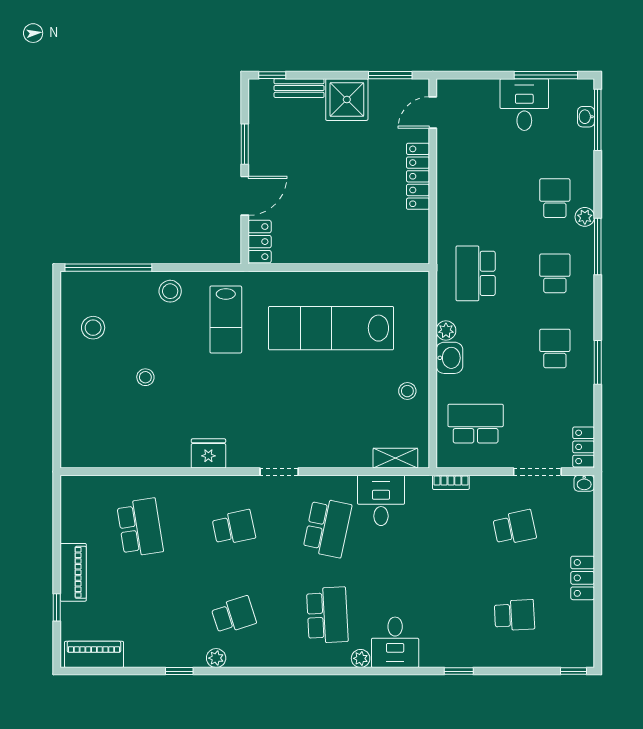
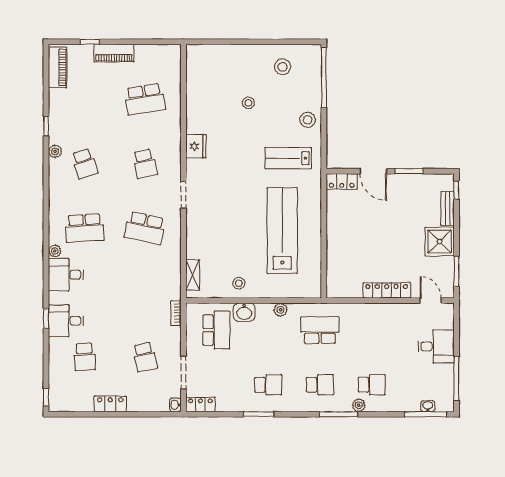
desk: (524, 105) -> (436, 346), moved
washbasin: (449, 358) -> (244, 312), moved
desk: (381, 500) -> (66, 321), moved, turned 180

